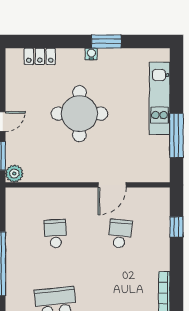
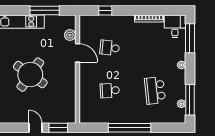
round table: (79, 114) -> (30, 75), turned 35
plant: (14, 174) -> (70, 35), moved

